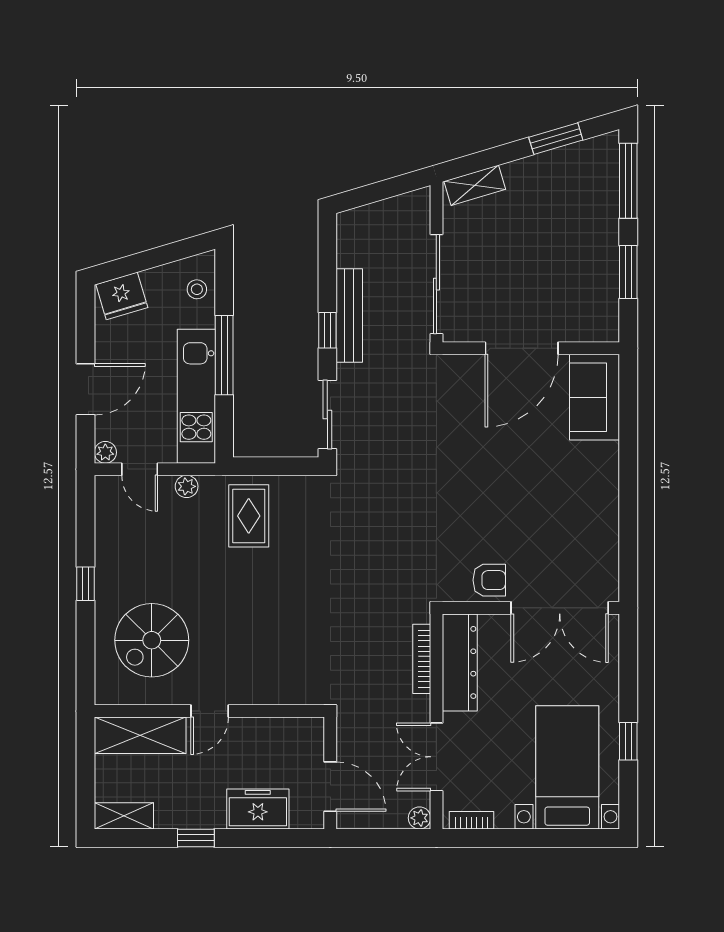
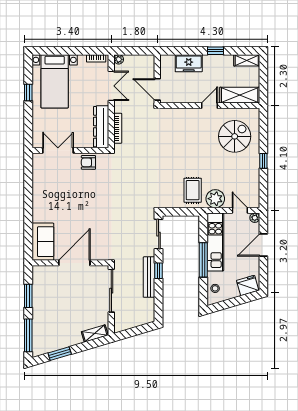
plant: (187, 486) -> (215, 199), width x1.88, depth x1.88
double door: (560, 608) -> (58, 150), width x0.73
door: (330, 787) -> (157, 89), moved

